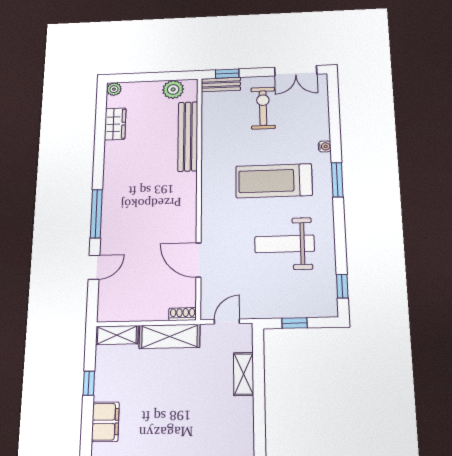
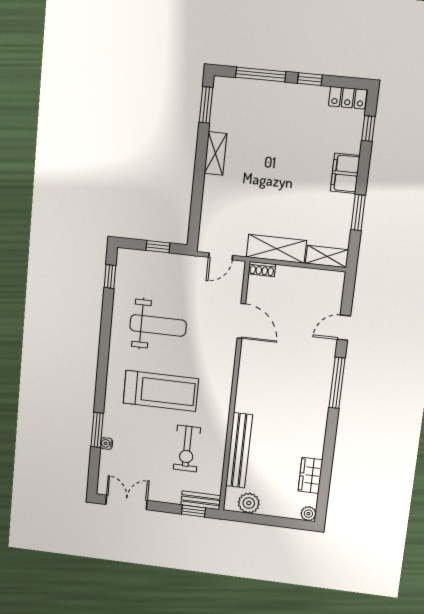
exercise bike: (263, 108) -> (187, 448), moved
water cooler: (325, 146) -> (106, 443), moved
window: (337, 180) -> (97, 430), moved
shelving: (244, 374) -> (216, 153), moved
window: (89, 383) -> (358, 213), width x1.50

